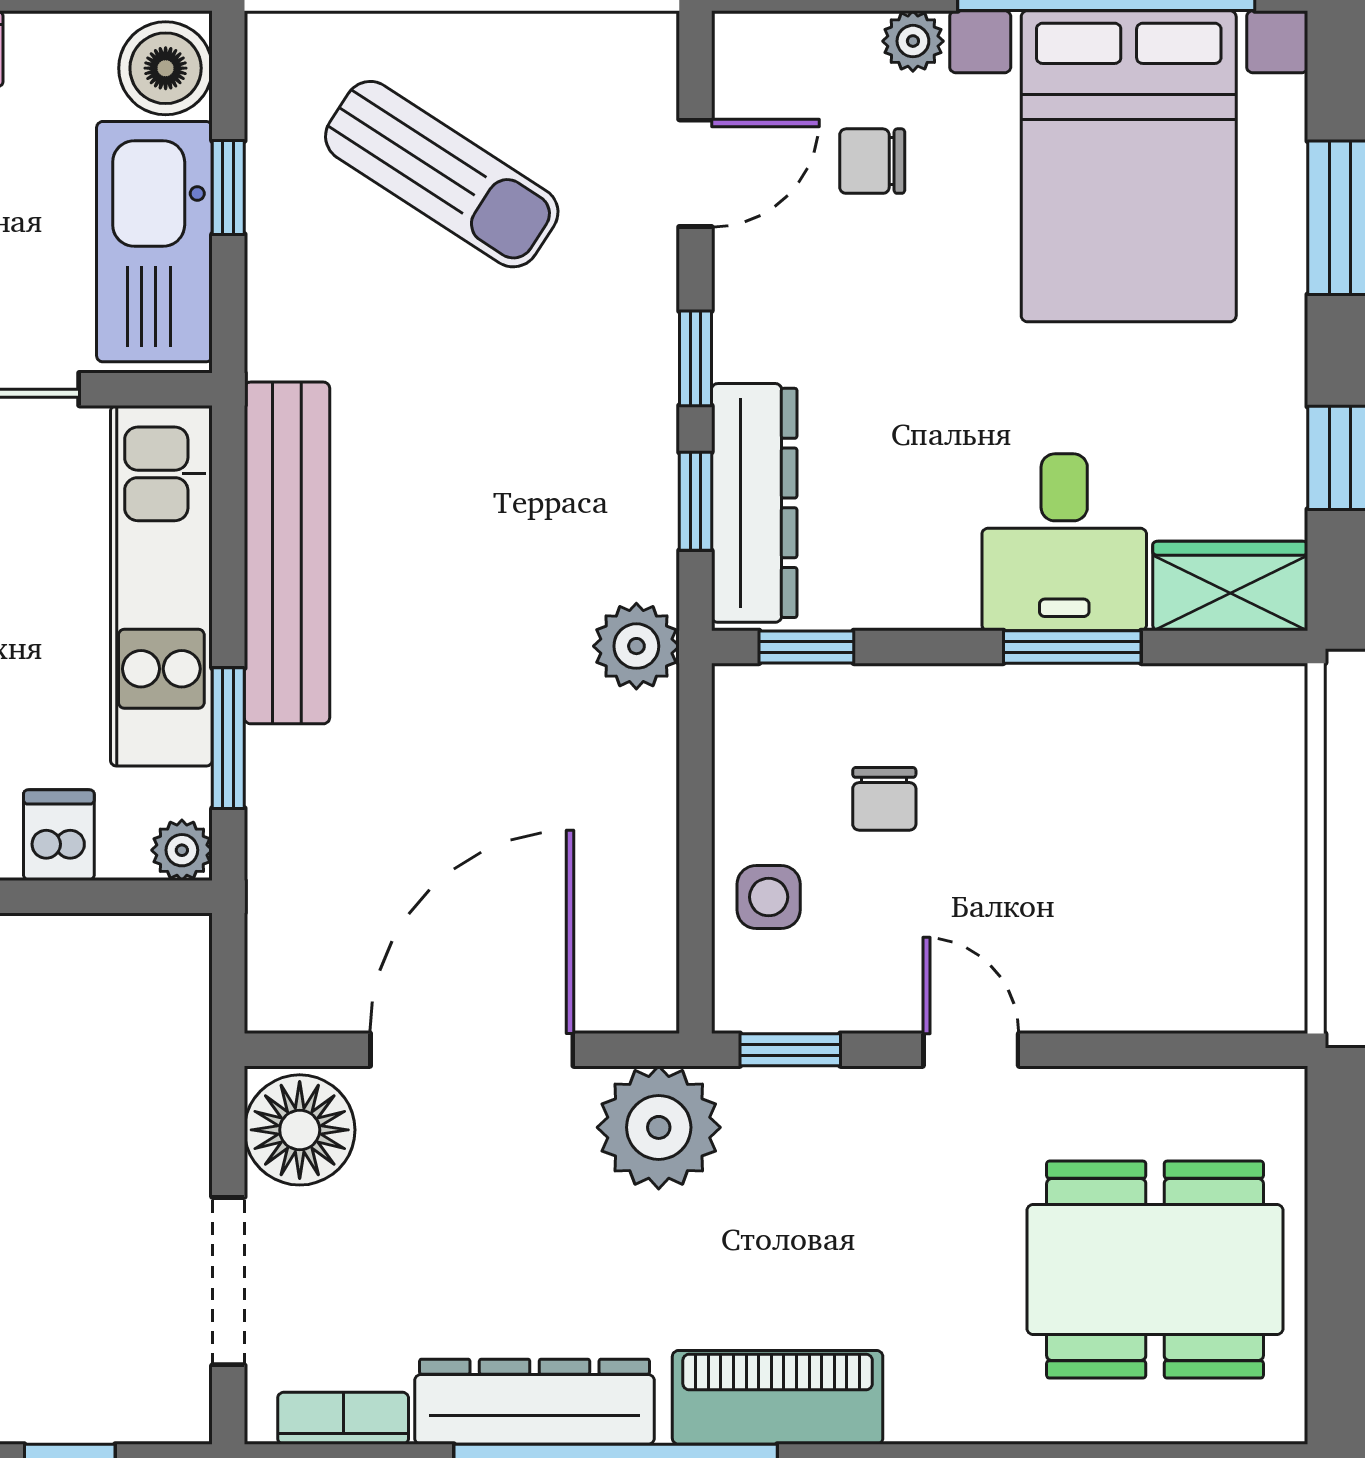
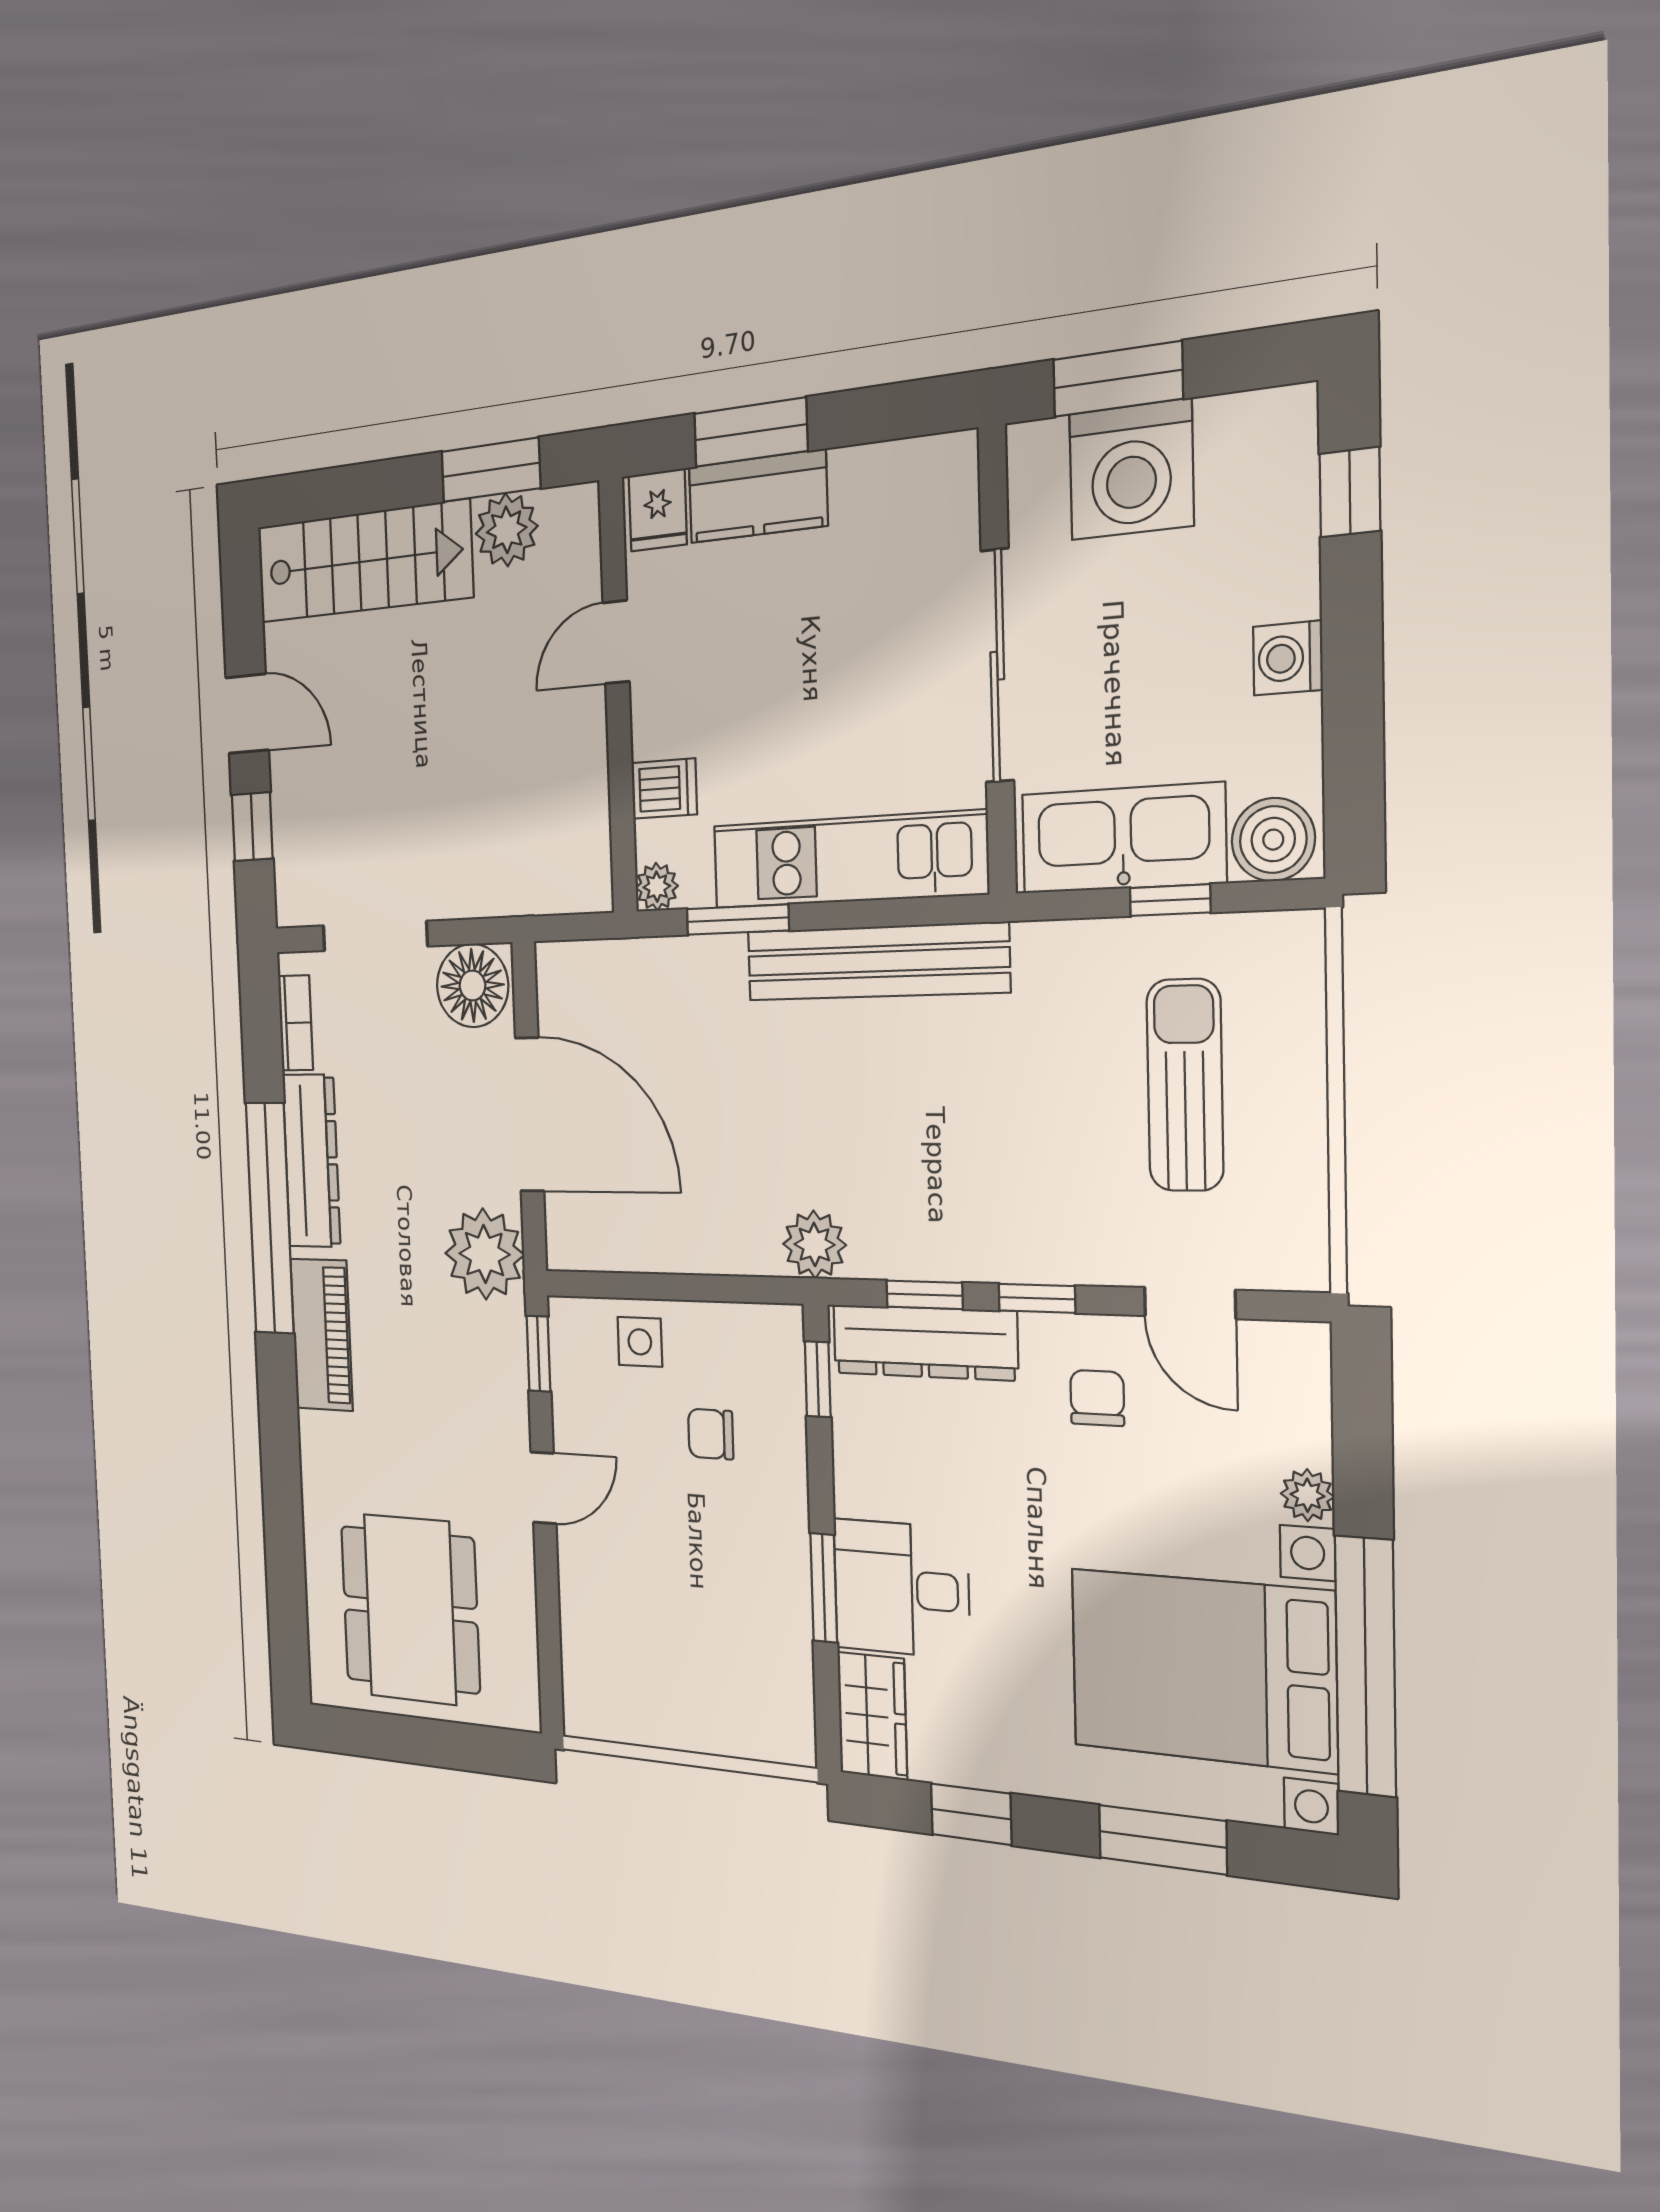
chair: (872, 161) -> (1097, 1398), moved
sun lounger: (442, 174) -> (1185, 1085), turned 147

